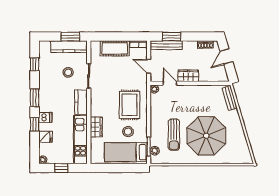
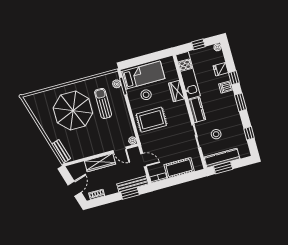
wardrobe: (188, 76) -> (100, 163), width x1.50
rug: (130, 105) -> (151, 120), turned 90

